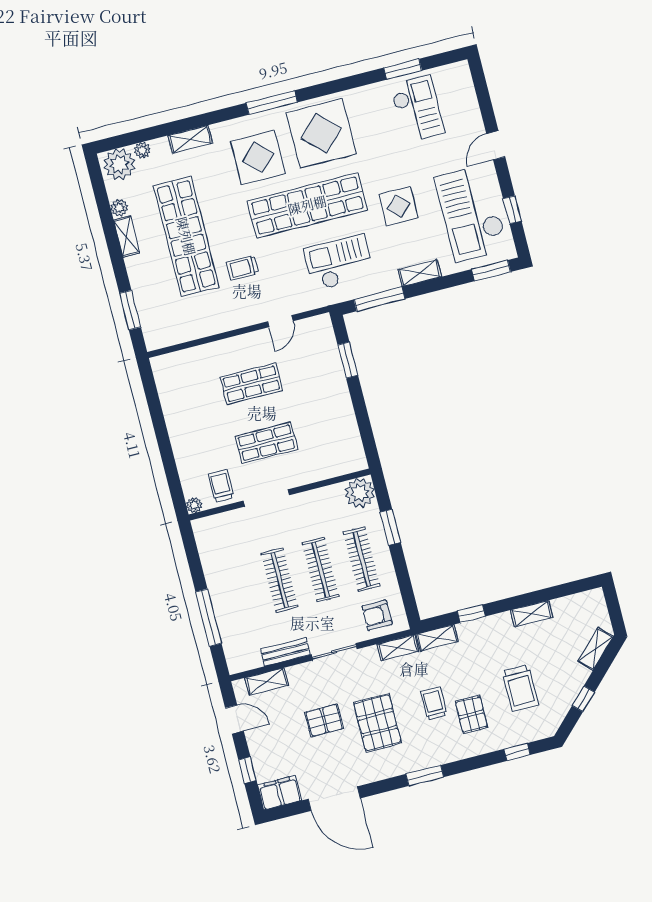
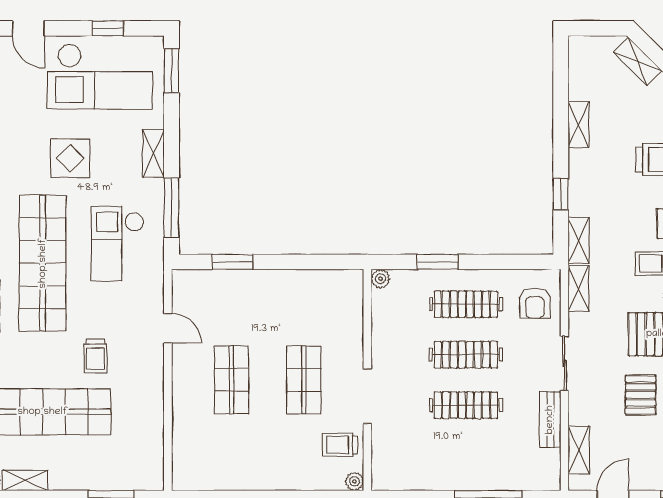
plant: (360, 493) -> (381, 279), width x0.53, depth x0.53

